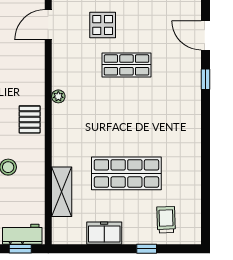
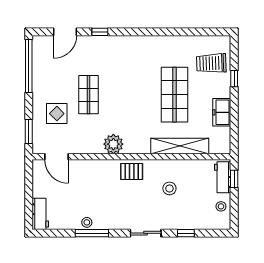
plant: (58, 96) -> (113, 144), width x1.88, depth x1.88
shelving: (62, 192) -> (180, 146), width x1.47
trolley: (166, 220) -> (211, 63), width x1.36, depth x1.39

